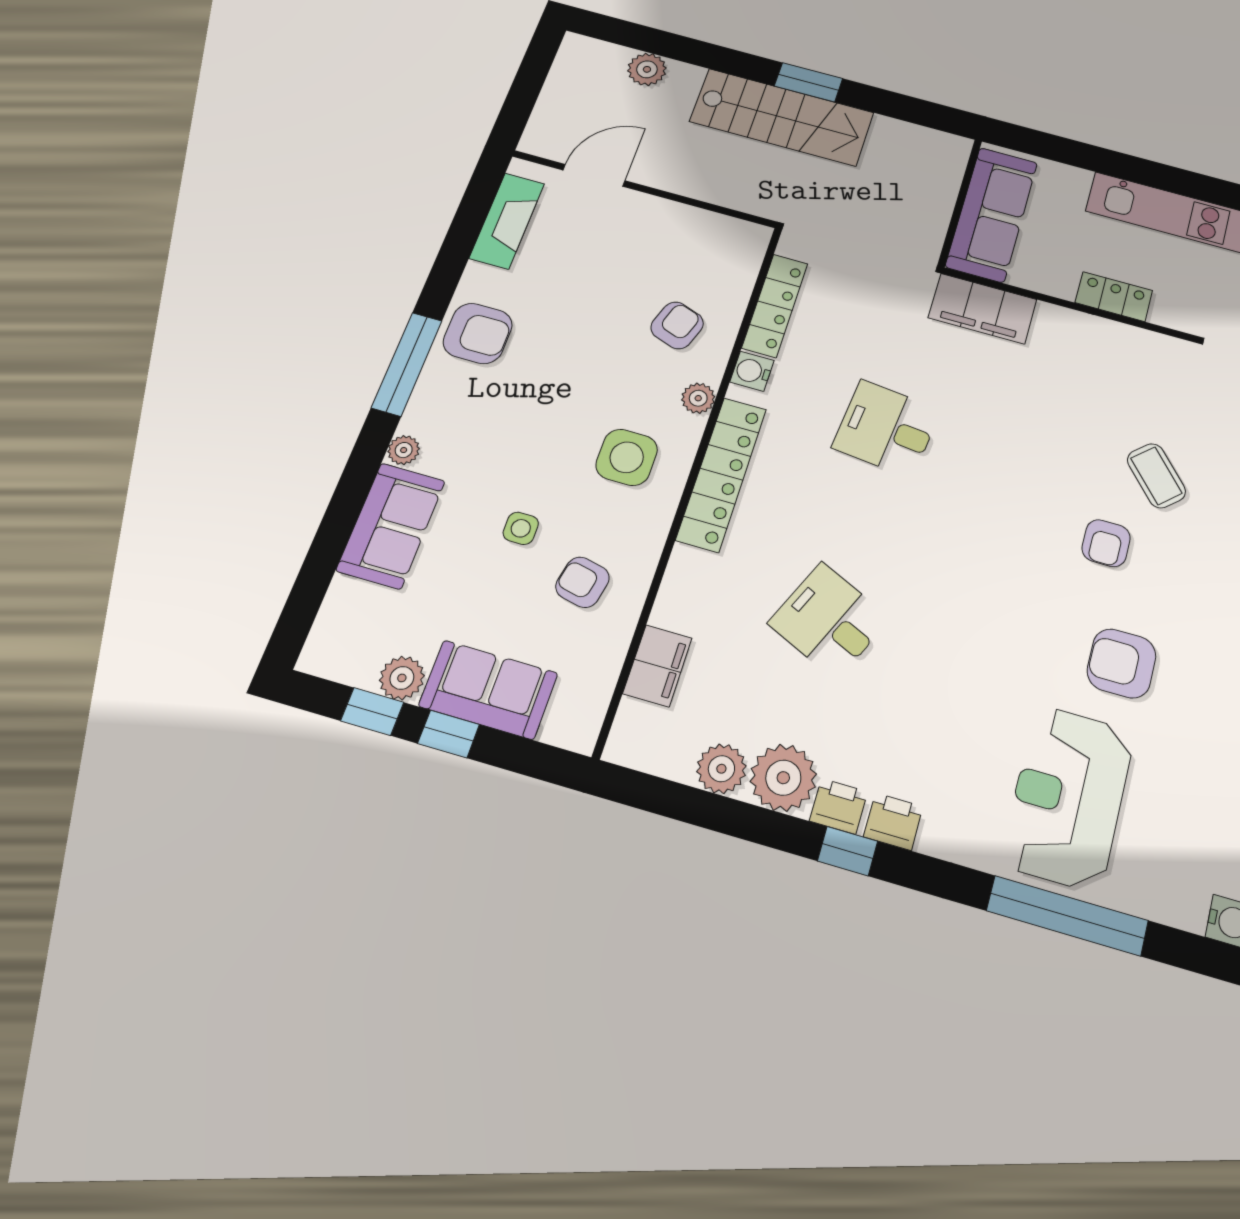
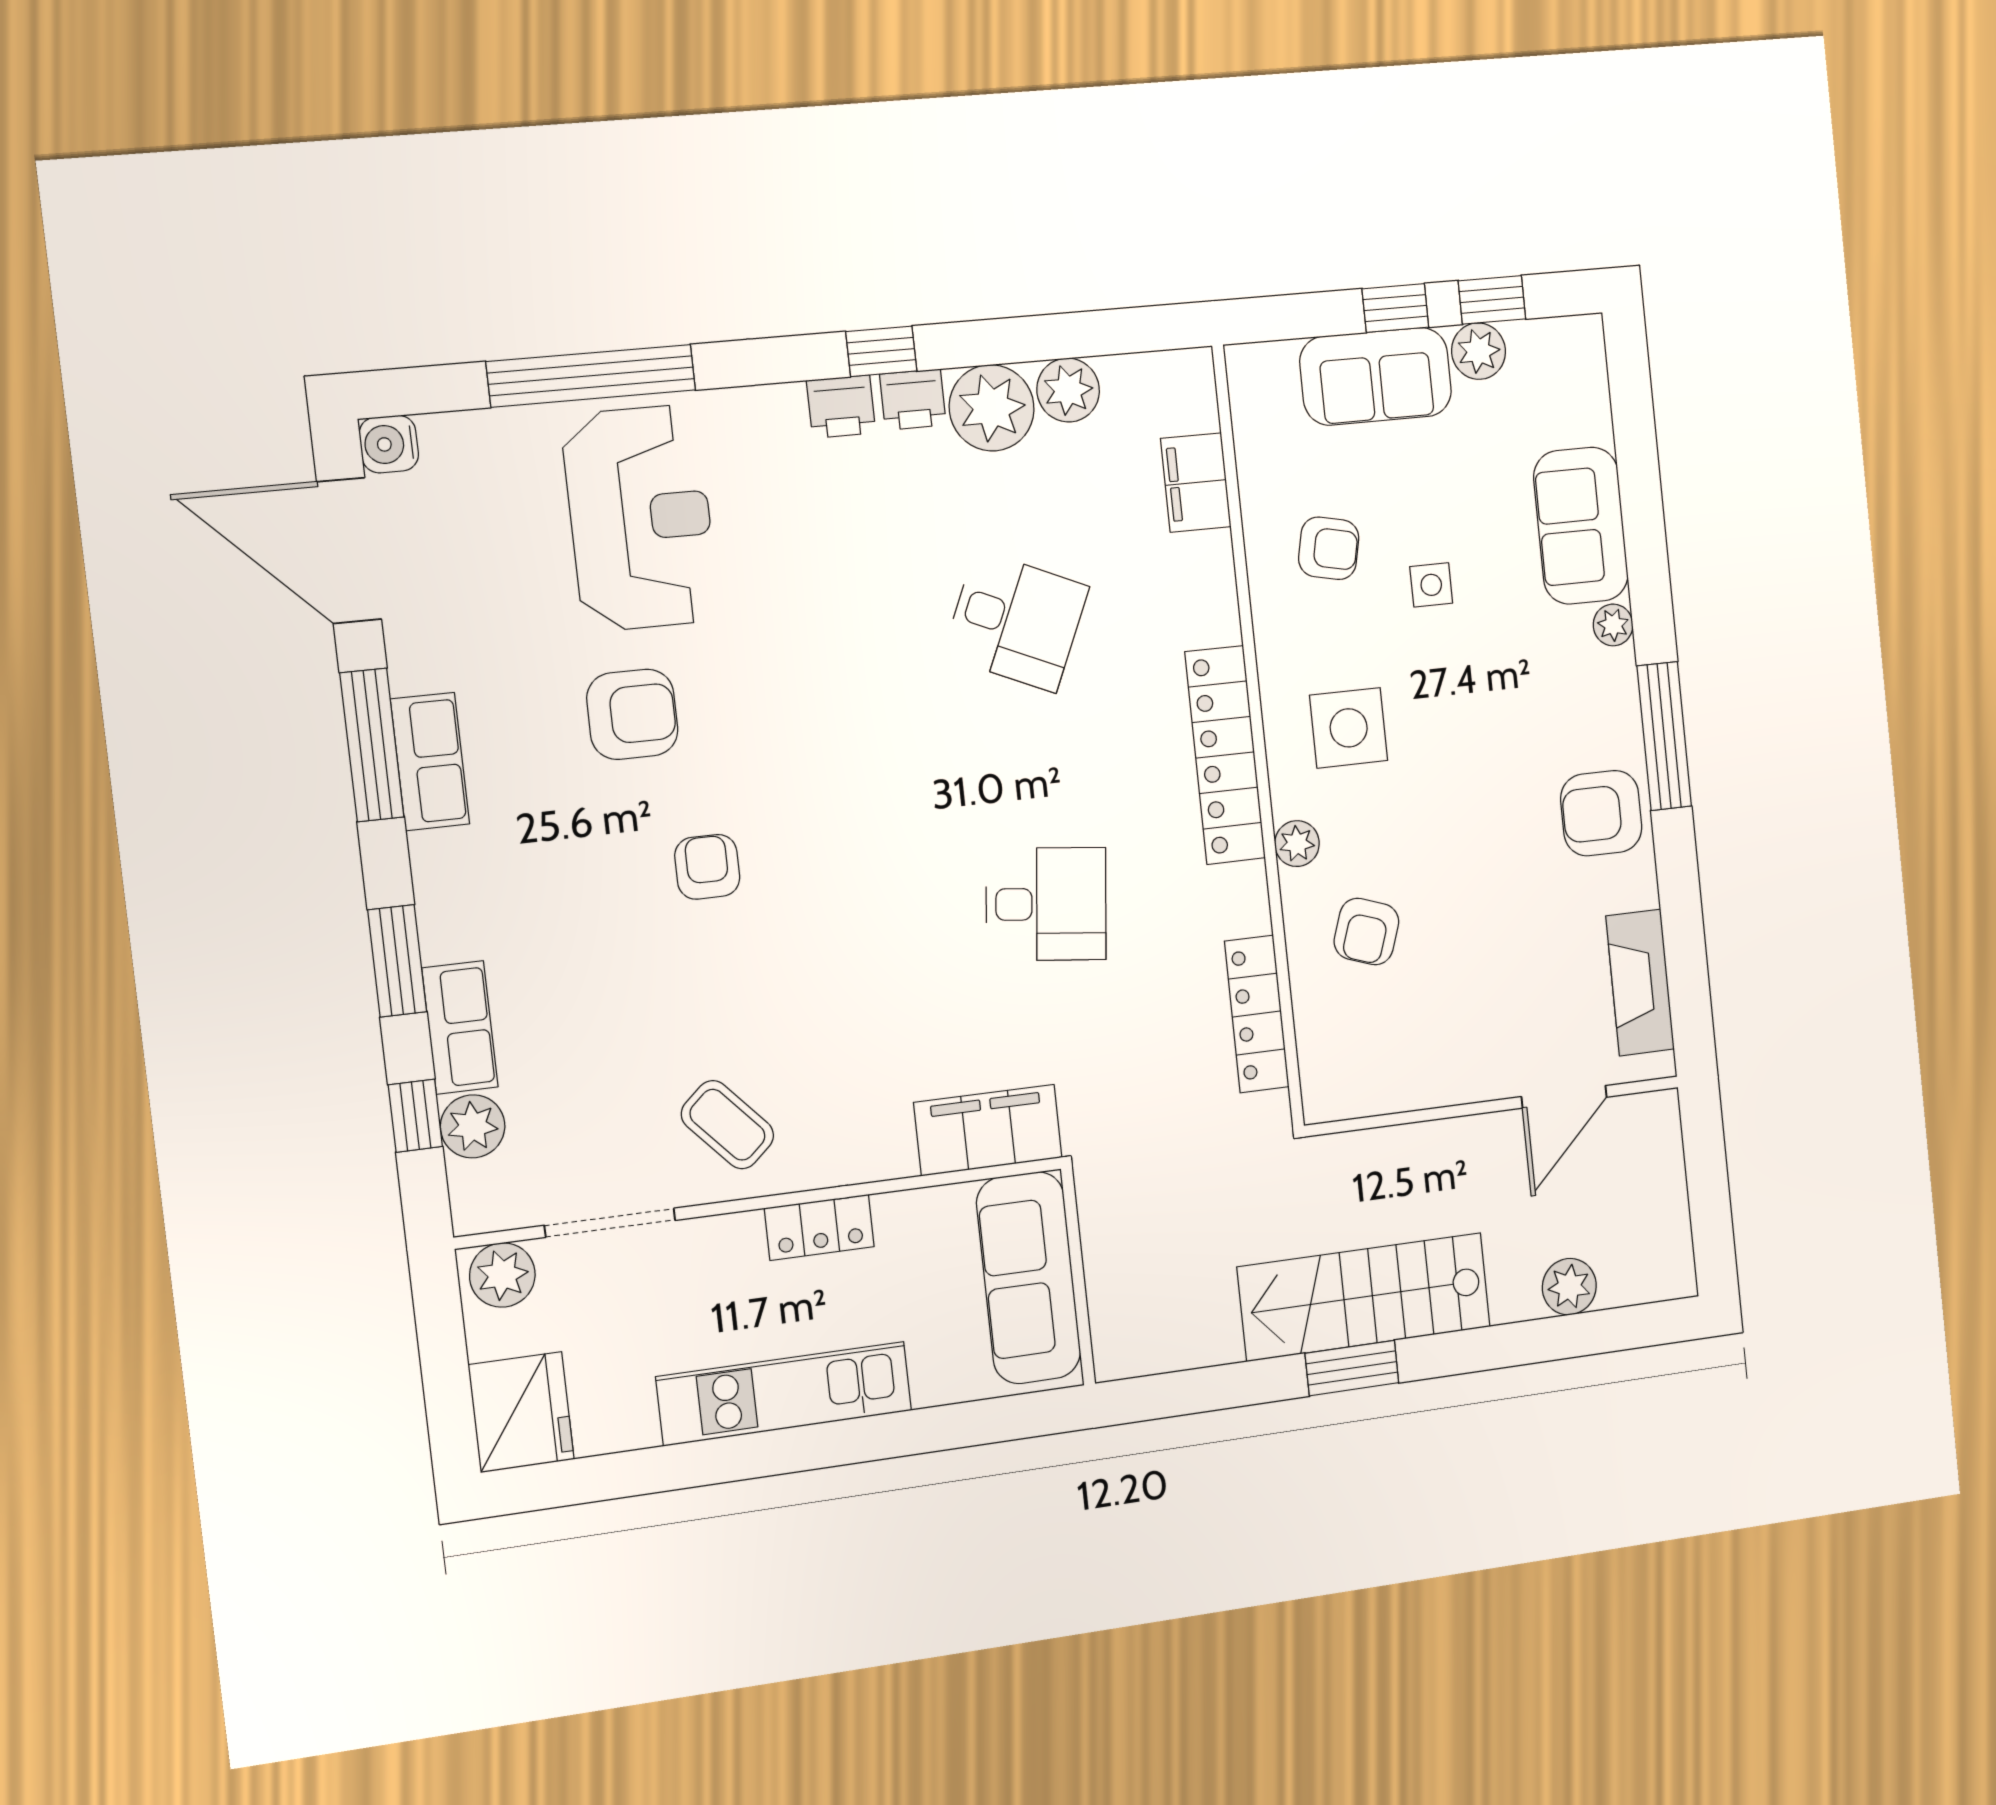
water cooler: (752, 371) -> (1247, 909), removed
coffee table: (1156, 476) -> (727, 1125), moved

